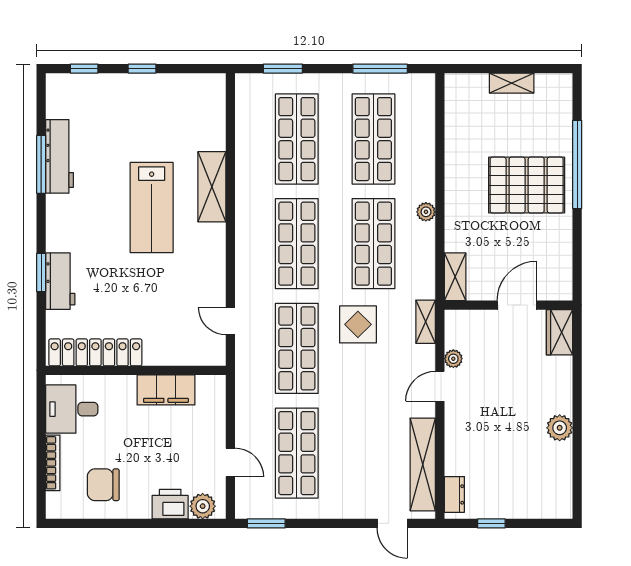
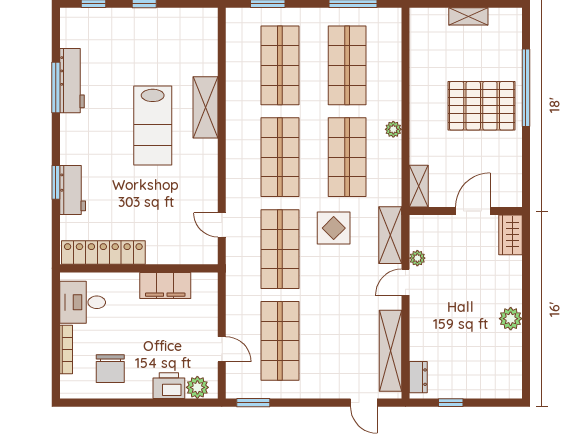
shelving: (426, 322) -> (390, 235), width x1.50, depth x1.33
chair: (103, 485) -> (110, 369), turned -90

